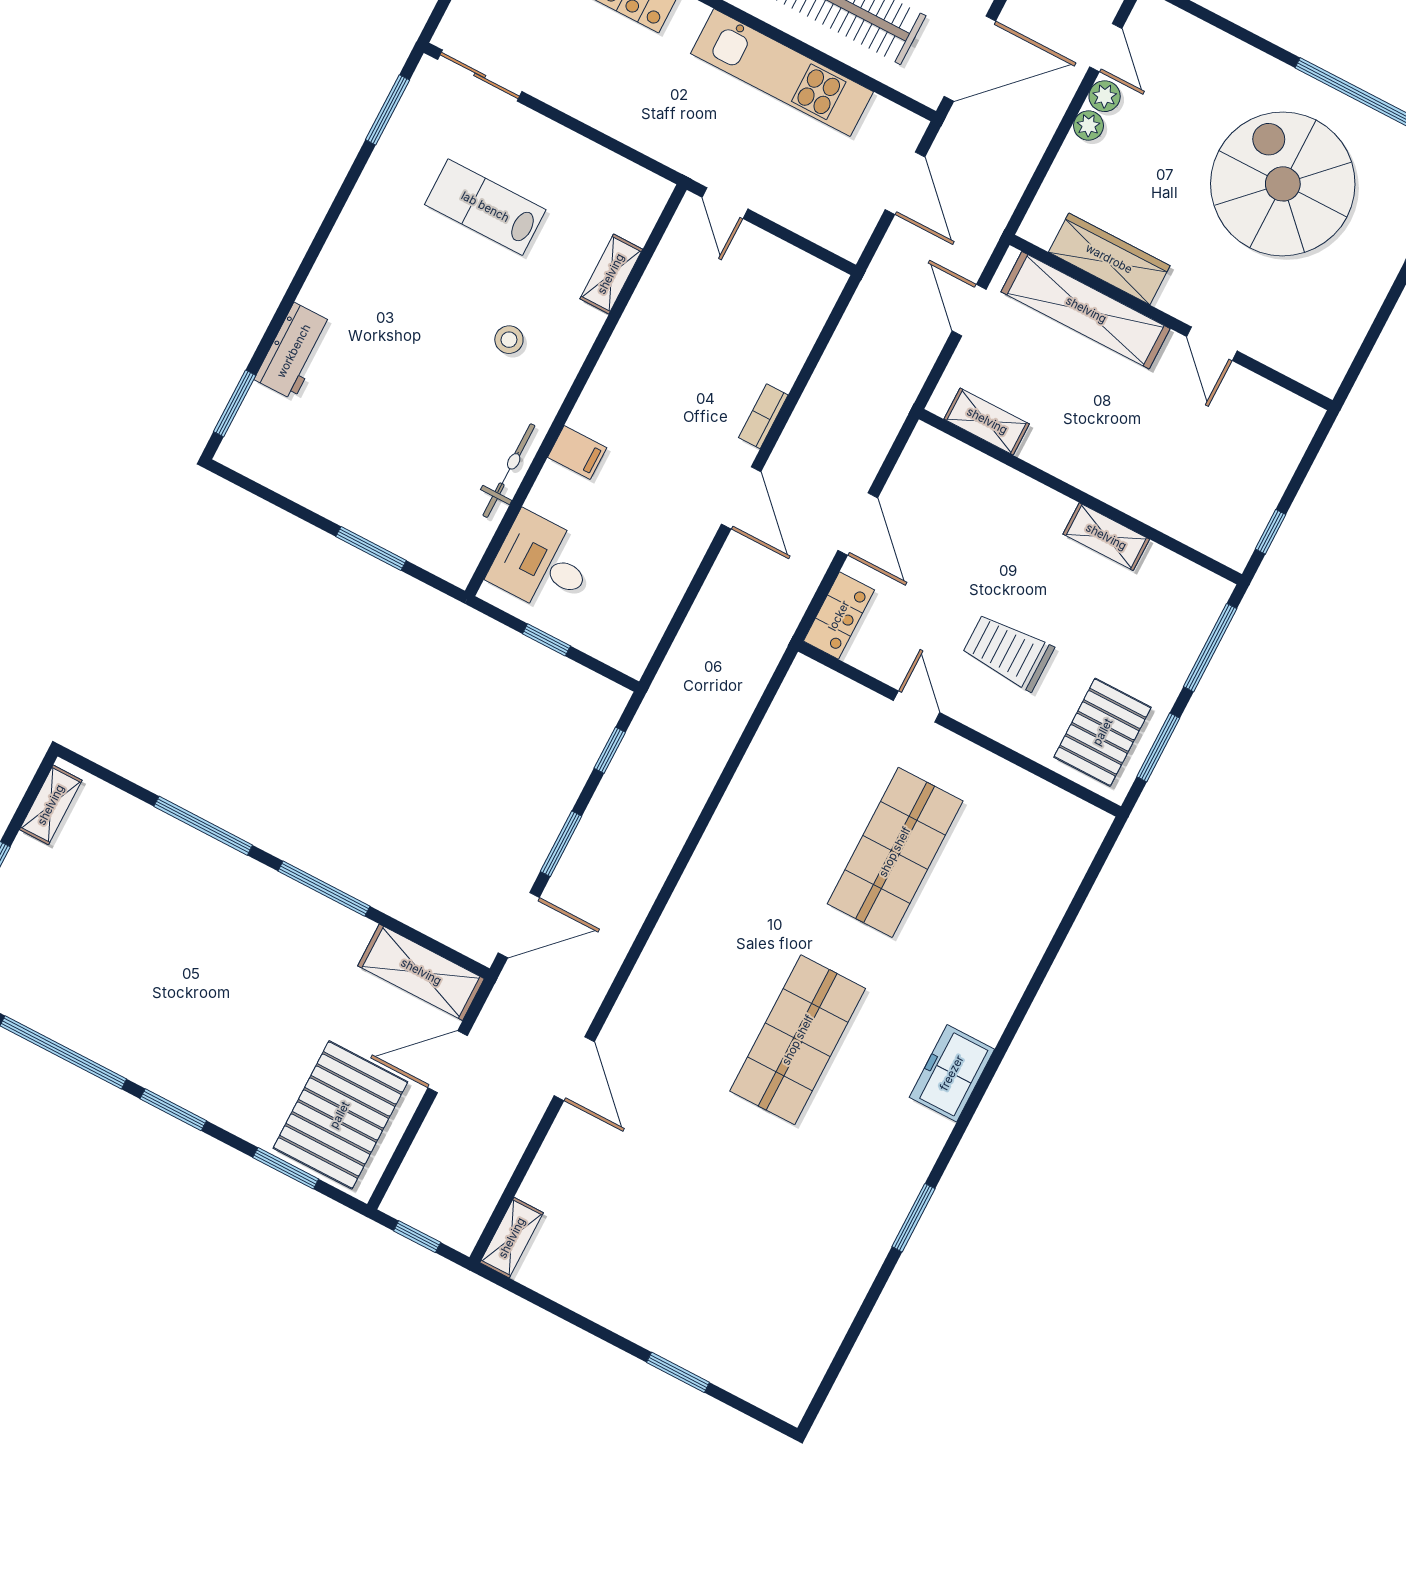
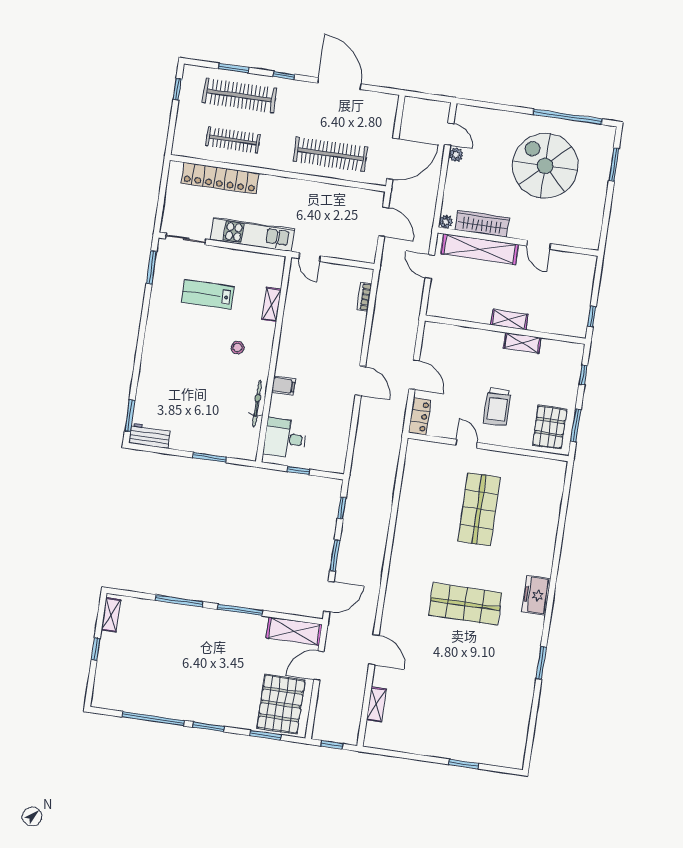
kitchen unit: (782, 73) -> (252, 234), moved, turned 180
plant: (1088, 125) -> (446, 222), moved
workbench: (294, 351) -> (149, 436), moved, turned -90
bookcase: (763, 416) -> (364, 297), moved
shelving: (987, 421) -> (509, 320), moved
window: (1210, 648) -> (583, 375), width x0.46
trolley: (1008, 652) -> (497, 407), turned -90
shop shelf: (798, 1040) -> (465, 604), turned 90
shelving: (512, 1238) -> (376, 704), moved

